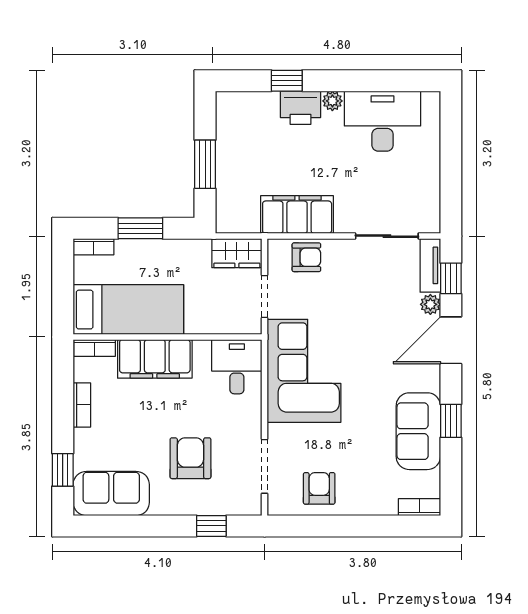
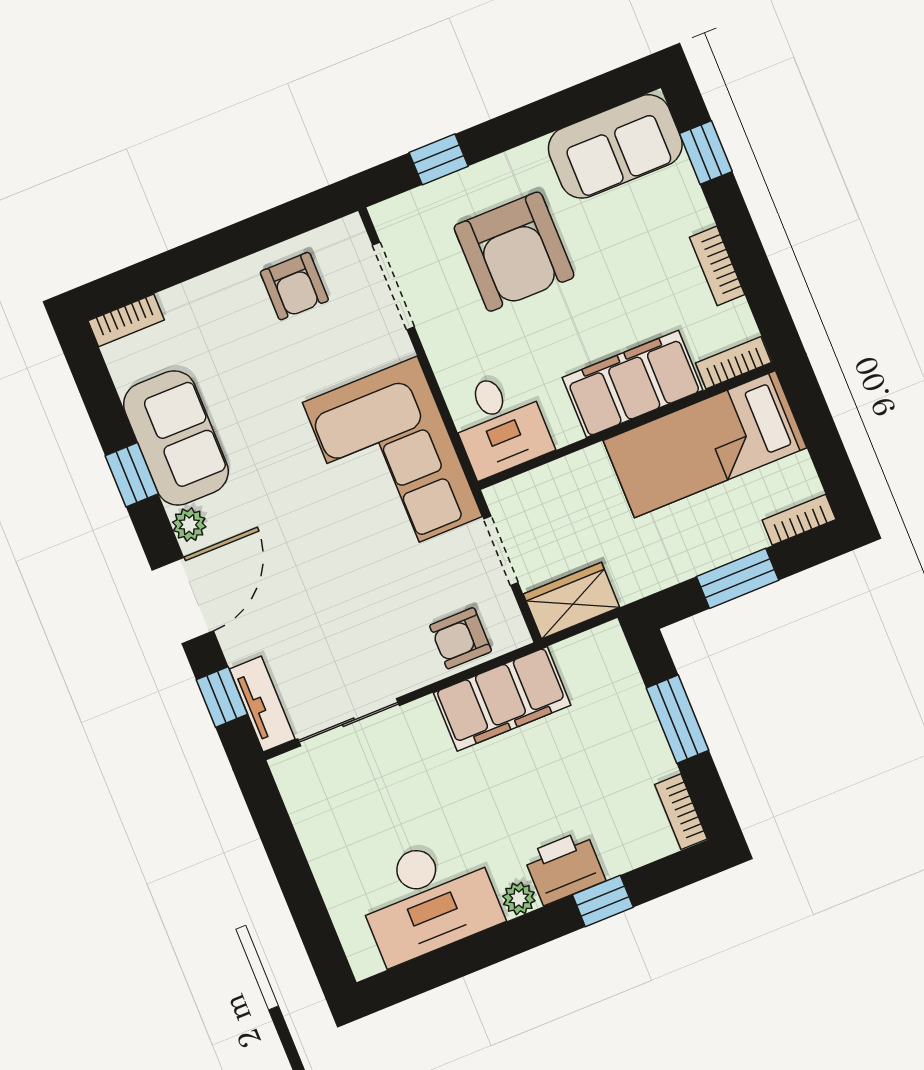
bookcase: (224, 112) -> (681, 812), added
plant: (430, 304) -> (189, 525), moved
armchair: (190, 458) -> (514, 252), width x1.36, depth x1.36

